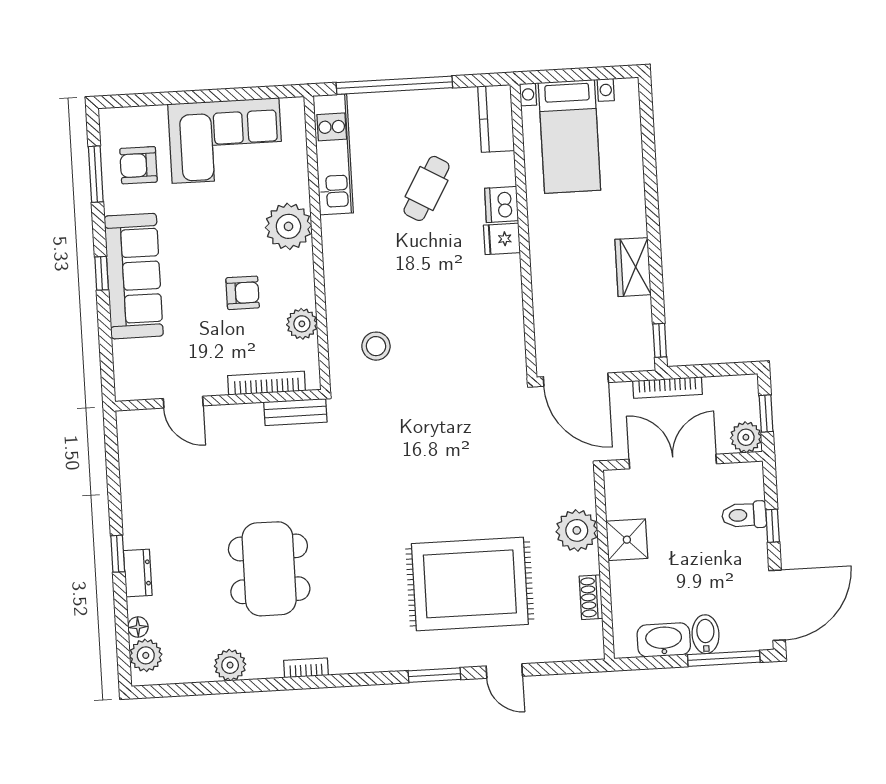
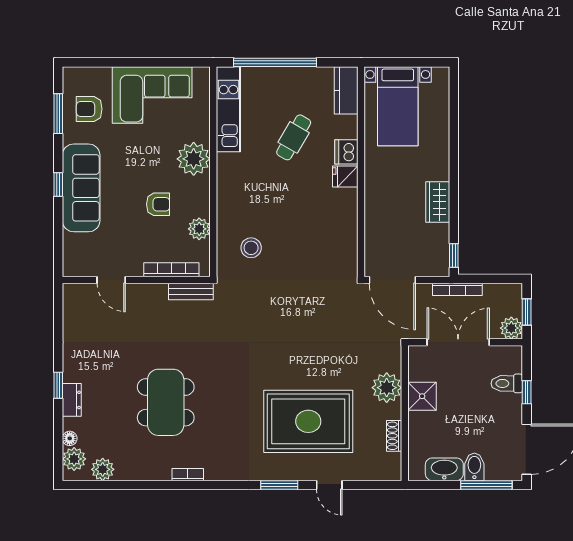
plant: (230, 665) -> (103, 469), moved

